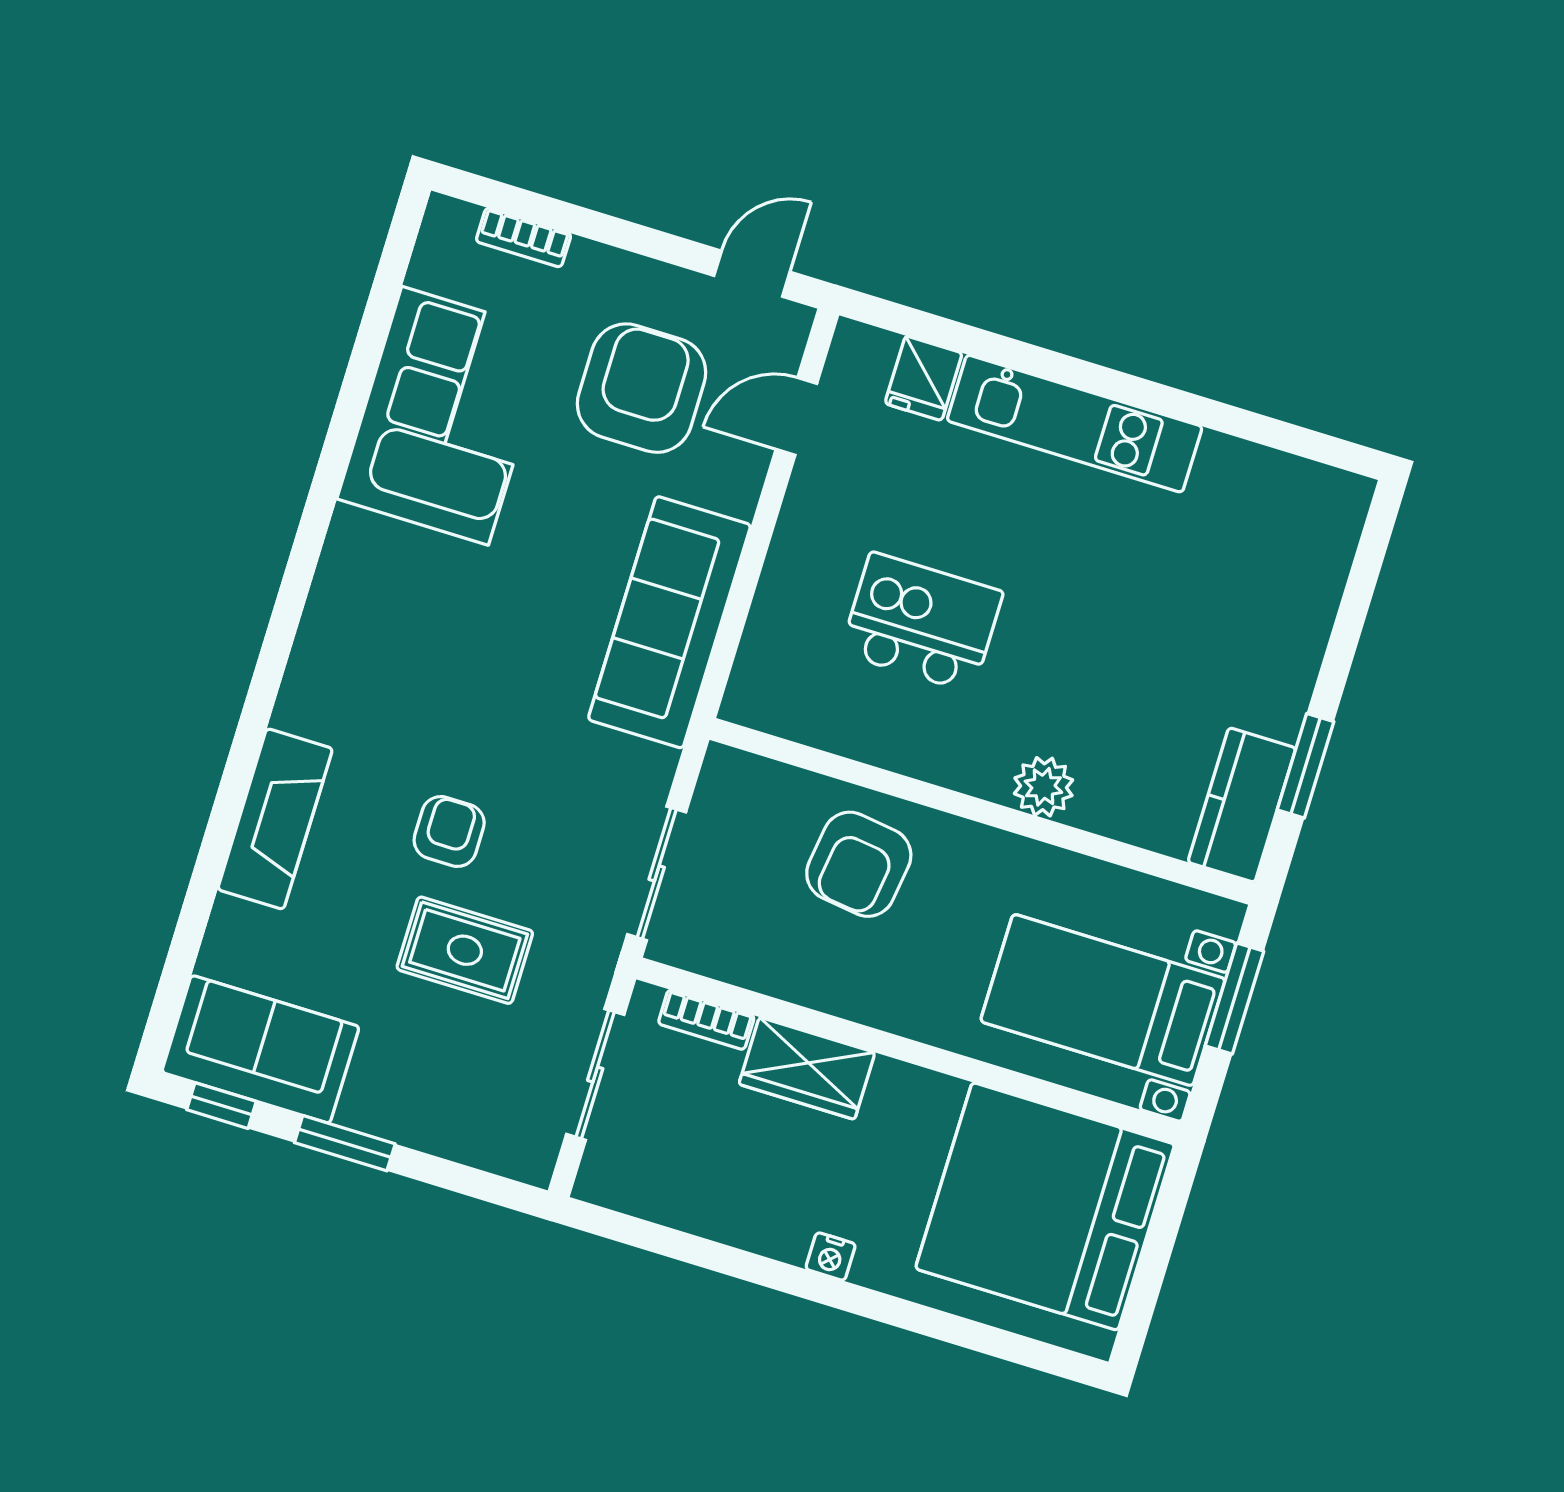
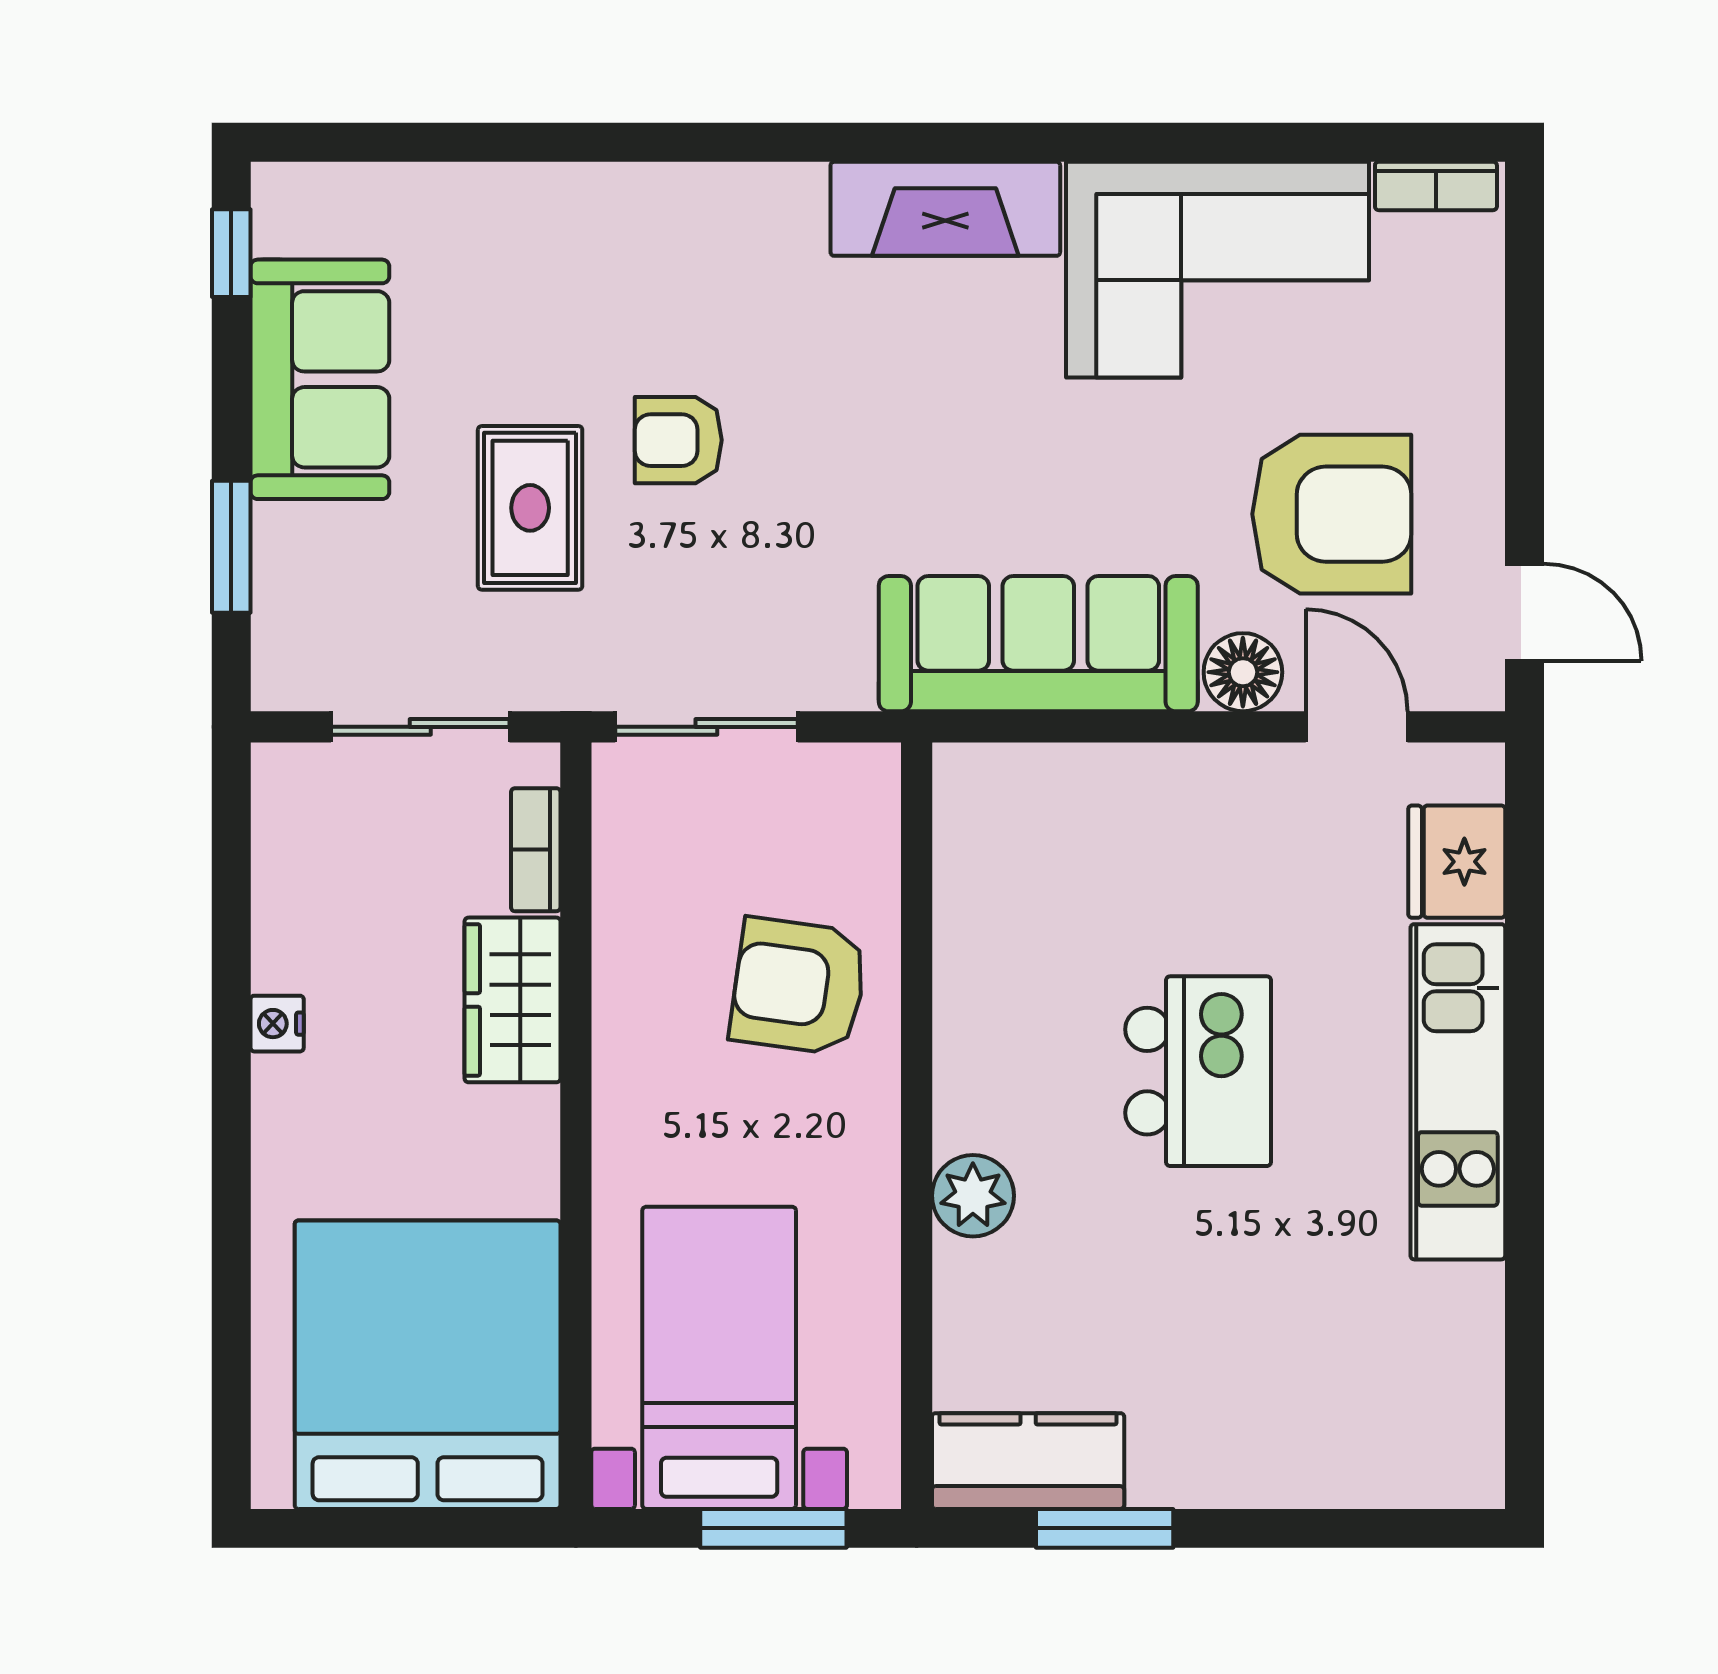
bookcase: (524, 238) -> (1436, 186), moved, turned -90
fridge: (924, 378) -> (1457, 862), width x1.38
floor lamp: (734, 484) -> (1243, 672), added
kitchen island: (922, 622) -> (1198, 1071), moved
fireplace: (275, 819) -> (945, 209), moved
armchair: (449, 832) -> (678, 440), turned 180
sofa: (260, 1049) -> (320, 379), moved
window: (345, 1143) -> (231, 547), moved
nightstand: (831, 1256) -> (277, 1024), moved

